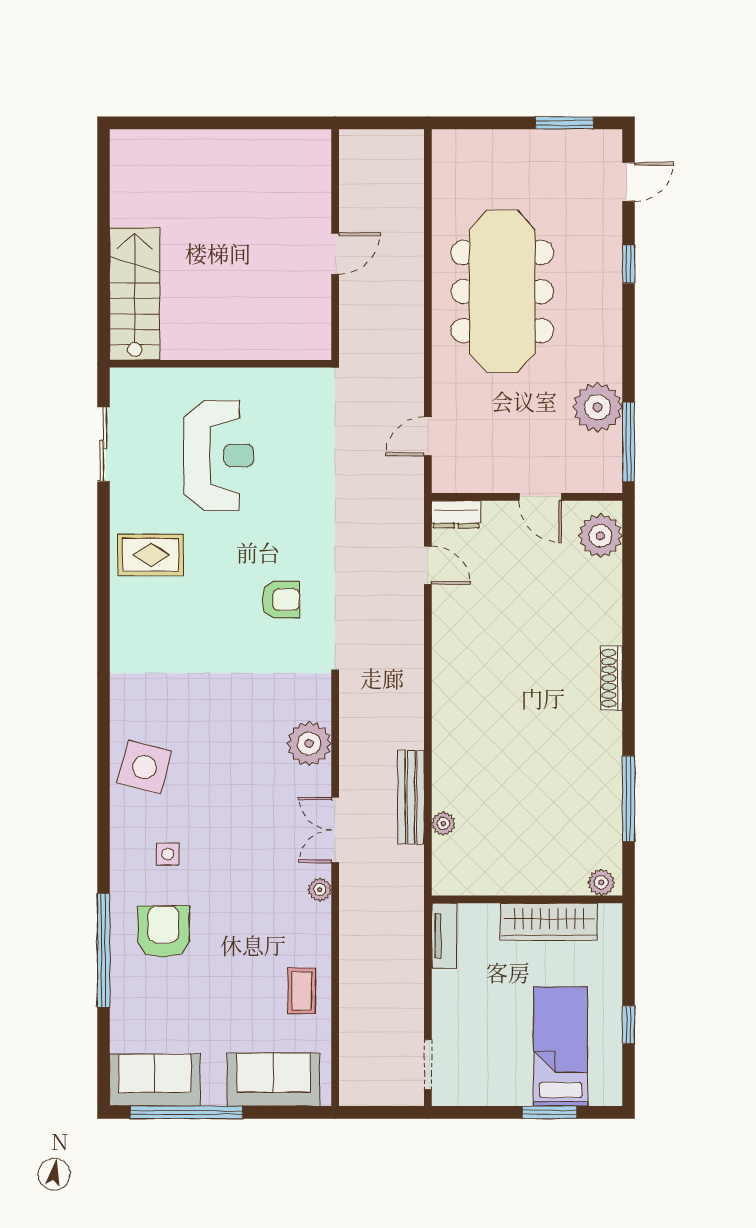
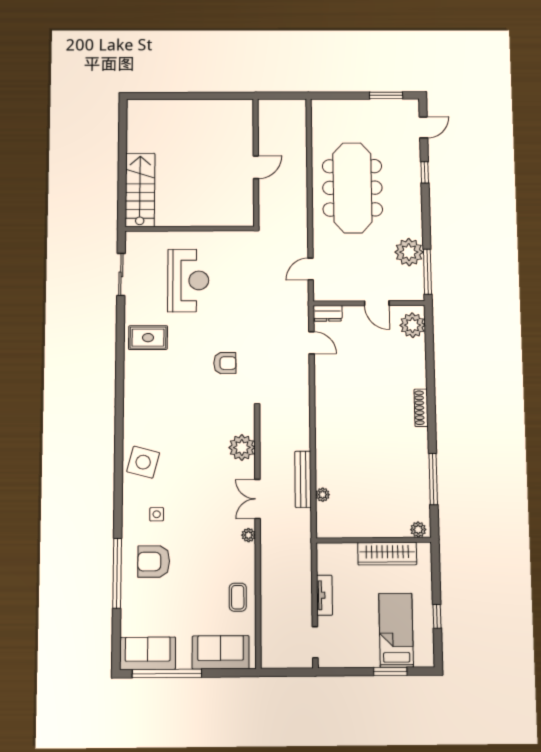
armchair: (163, 932) -> (154, 562), turned -90
tv unit: (444, 936) -> (324, 595), moved

